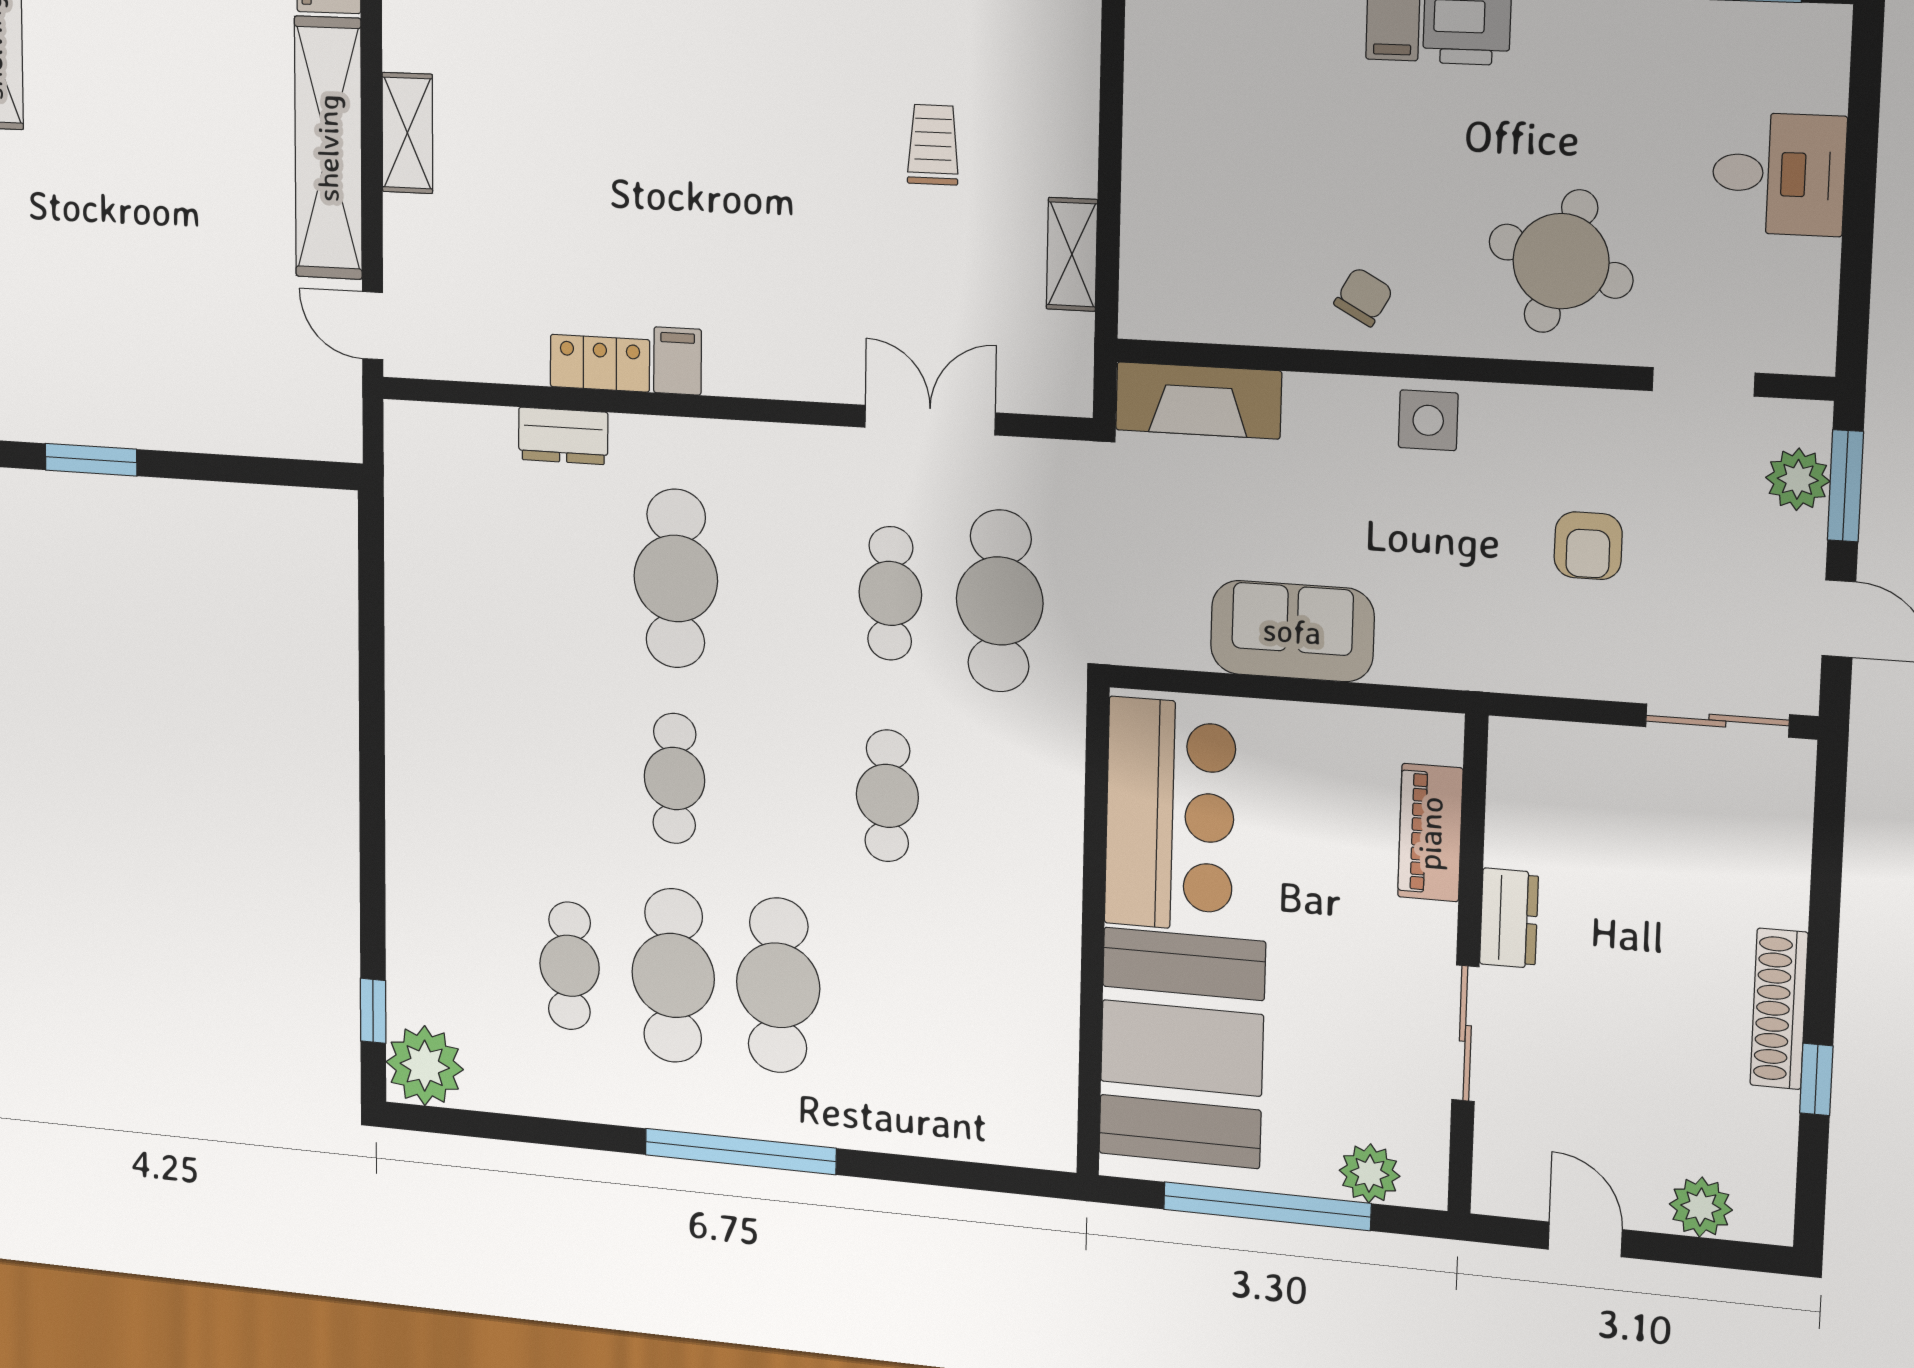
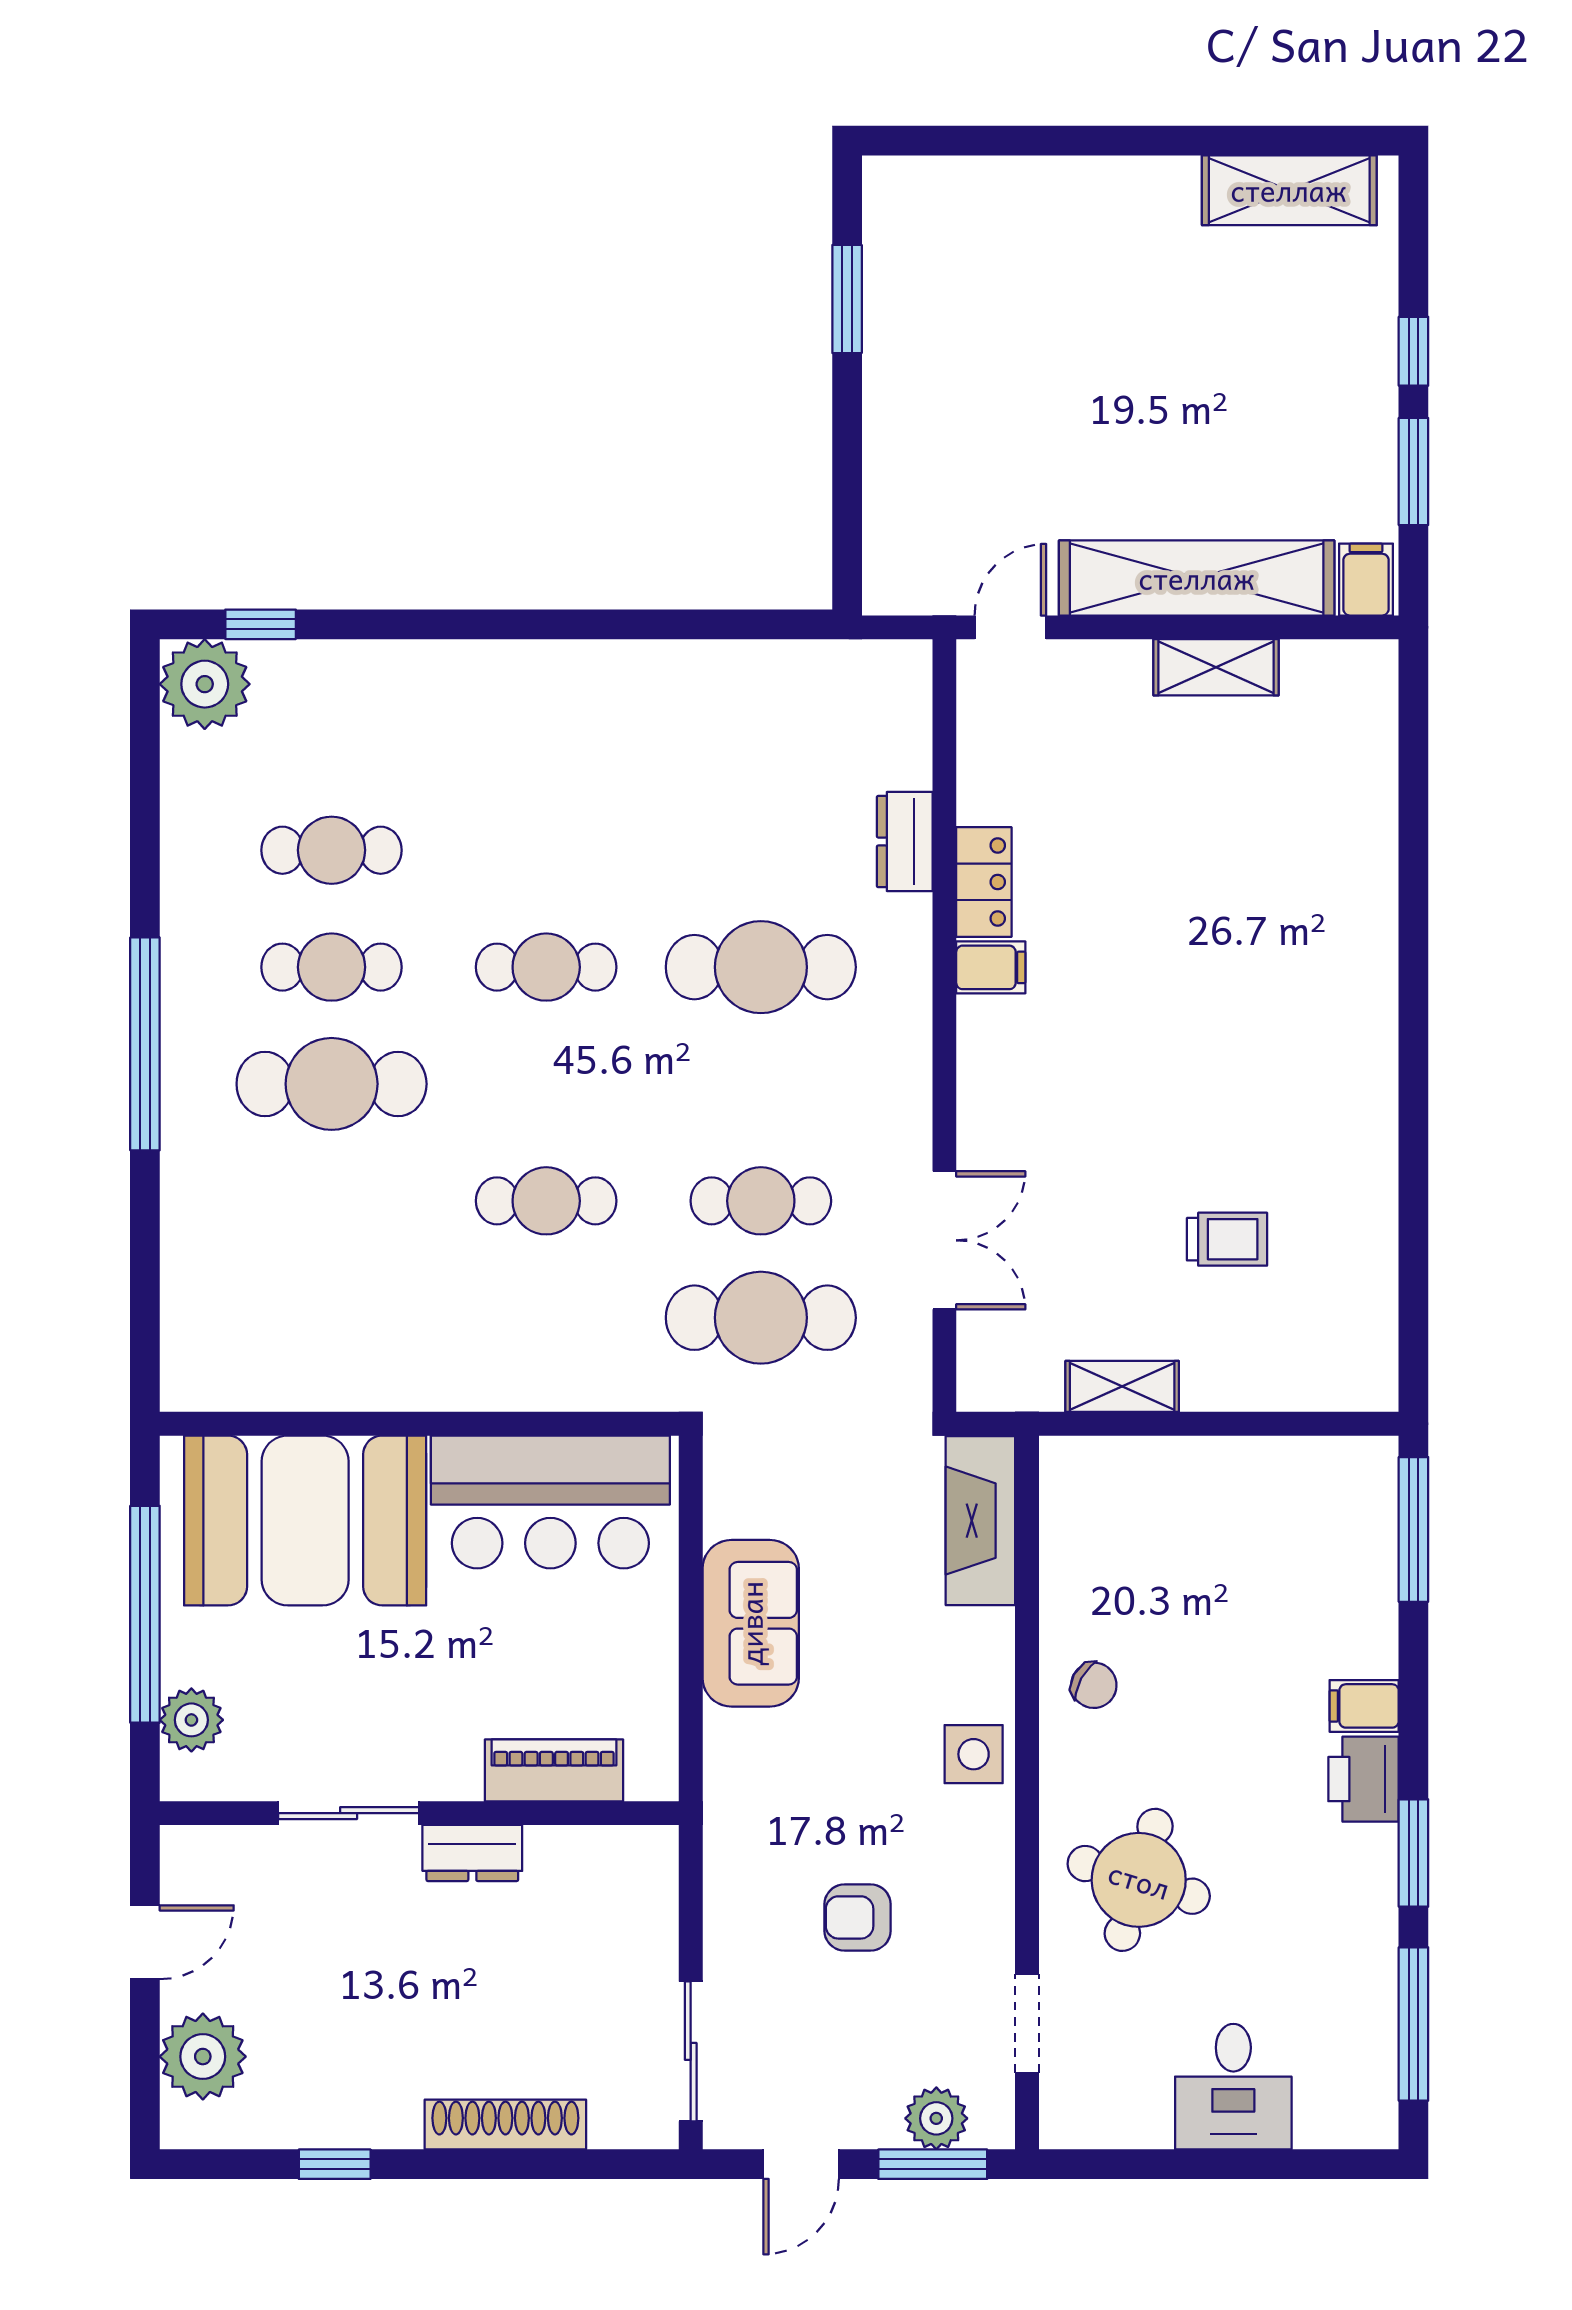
cafe table: (673, 975) -> (332, 967), width x0.73, depth x0.74
shoe rack: (1779, 1009) -> (505, 2125), moved
plant: (1701, 1207) -> (203, 2057), width x1.36, depth x1.36

